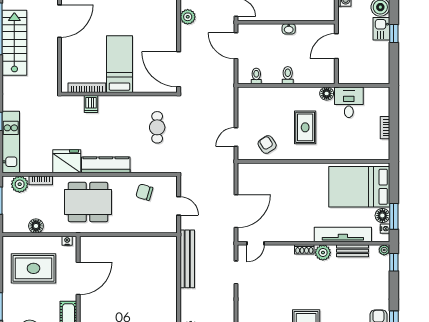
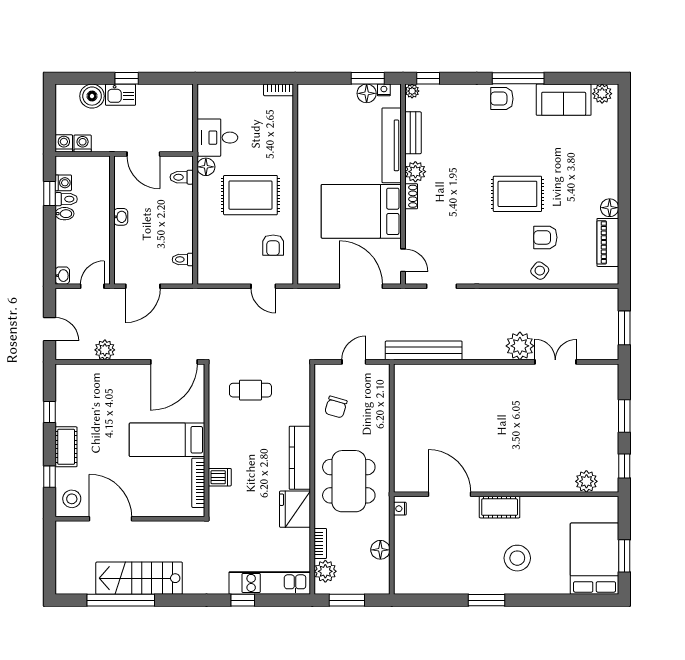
toilet: (288, 75) -> (182, 177), moved
rug: (305, 127) -> (250, 195), width x1.36, depth x1.43
bookcase: (385, 128) -> (279, 90), moved
armchair: (267, 144) -> (273, 245), turned -57
bed: (359, 187) -> (361, 211), moved, turned 90
rug: (33, 268) -> (436, 553), removed

